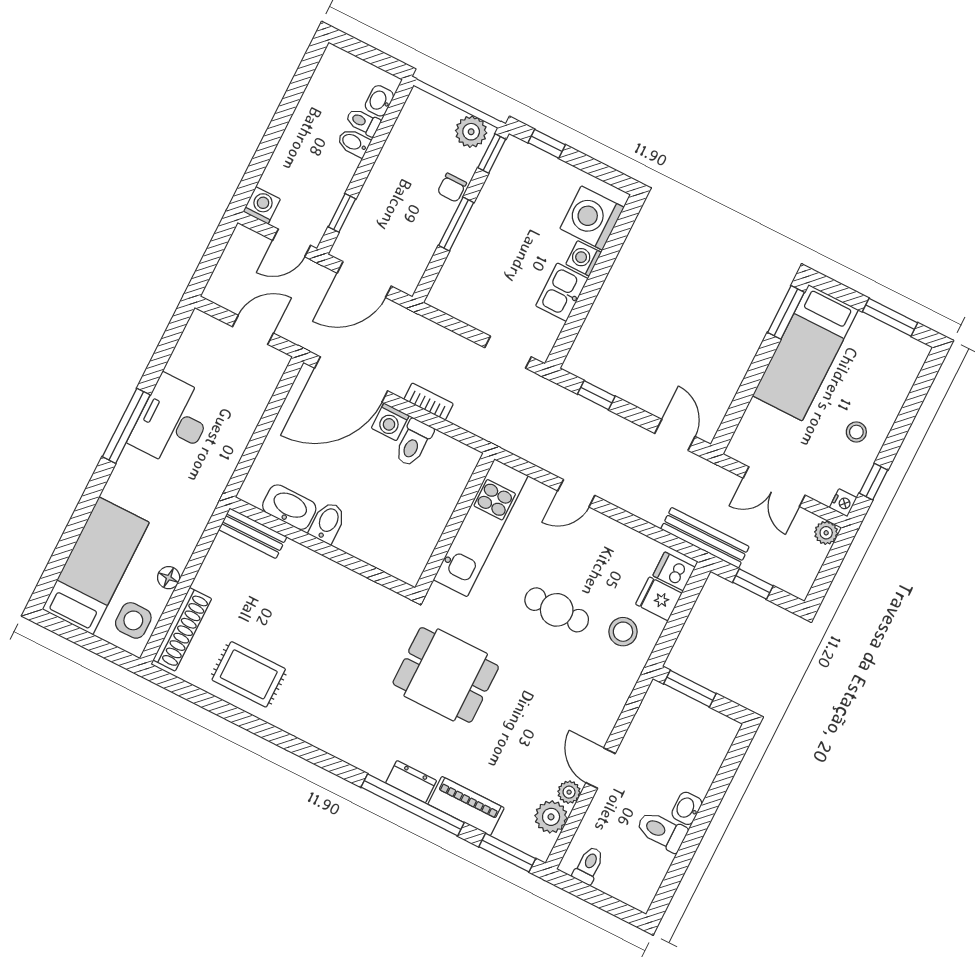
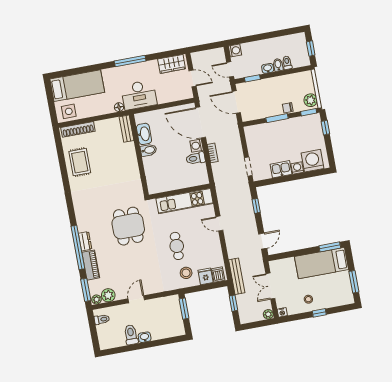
window: (370, 55) -> (311, 49), added
washbasin: (379, 101) -> (268, 68), moved
wardrobe: (194, 349) -> (172, 64), added
desk: (172, 421) -> (139, 95), moved, turned 180
window: (874, 482) -> (319, 313), moved
floor lamp: (169, 578) -> (119, 107), moved
plant: (569, 792) -> (97, 299), moved

